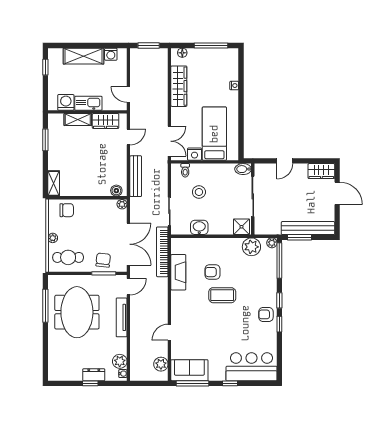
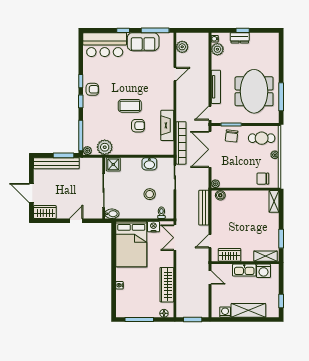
shelving: (78, 120) -> (266, 256), moved
bed: (214, 134) -> (131, 244), width x1.50
sofa: (189, 370) -> (143, 42), moved

